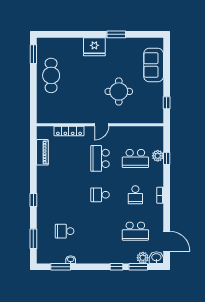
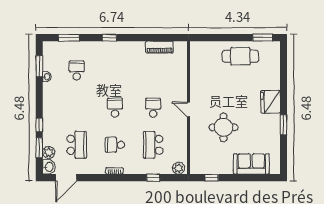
locker: (69, 131) -> (182, 75), removed
plant: (158, 156) -> (178, 168), moved
school desk: (100, 158) -> (153, 108), width x0.54
school desk: (135, 231) -> (77, 145), turned 180

